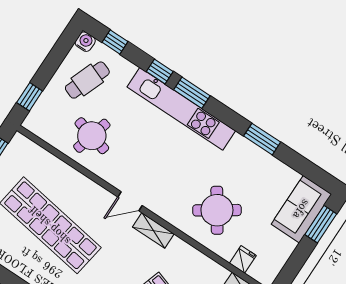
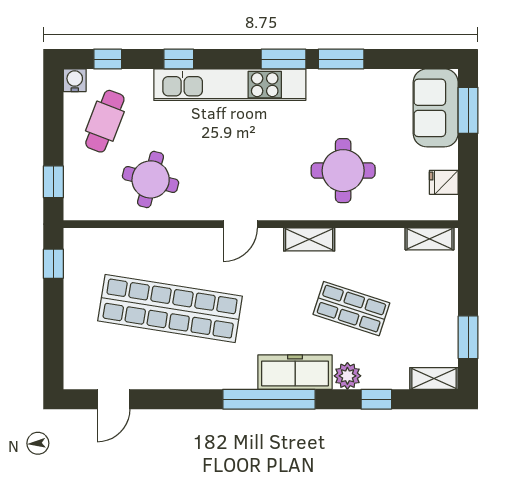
window: (192, 93) -> (283, 59), moved
round table: (217, 210) -> (343, 171), turned 34
shelving: (153, 231) -> (309, 239), moved
fridge: (243, 259) -> (444, 182), moved, turned -90

